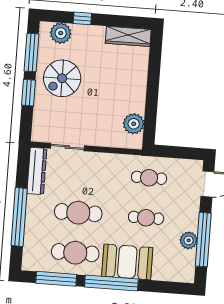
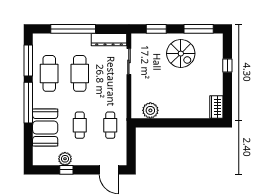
plant: (61, 33) -> (215, 50), removed
wardrobe: (128, 36) -> (216, 107), width x0.67
spiral stairs: (62, 78) -> (181, 54), turned 180
window: (28, 93) -> (156, 29), moved
window: (203, 240) -> (66, 170), width x0.32
booth: (127, 262) -> (45, 127), moved

